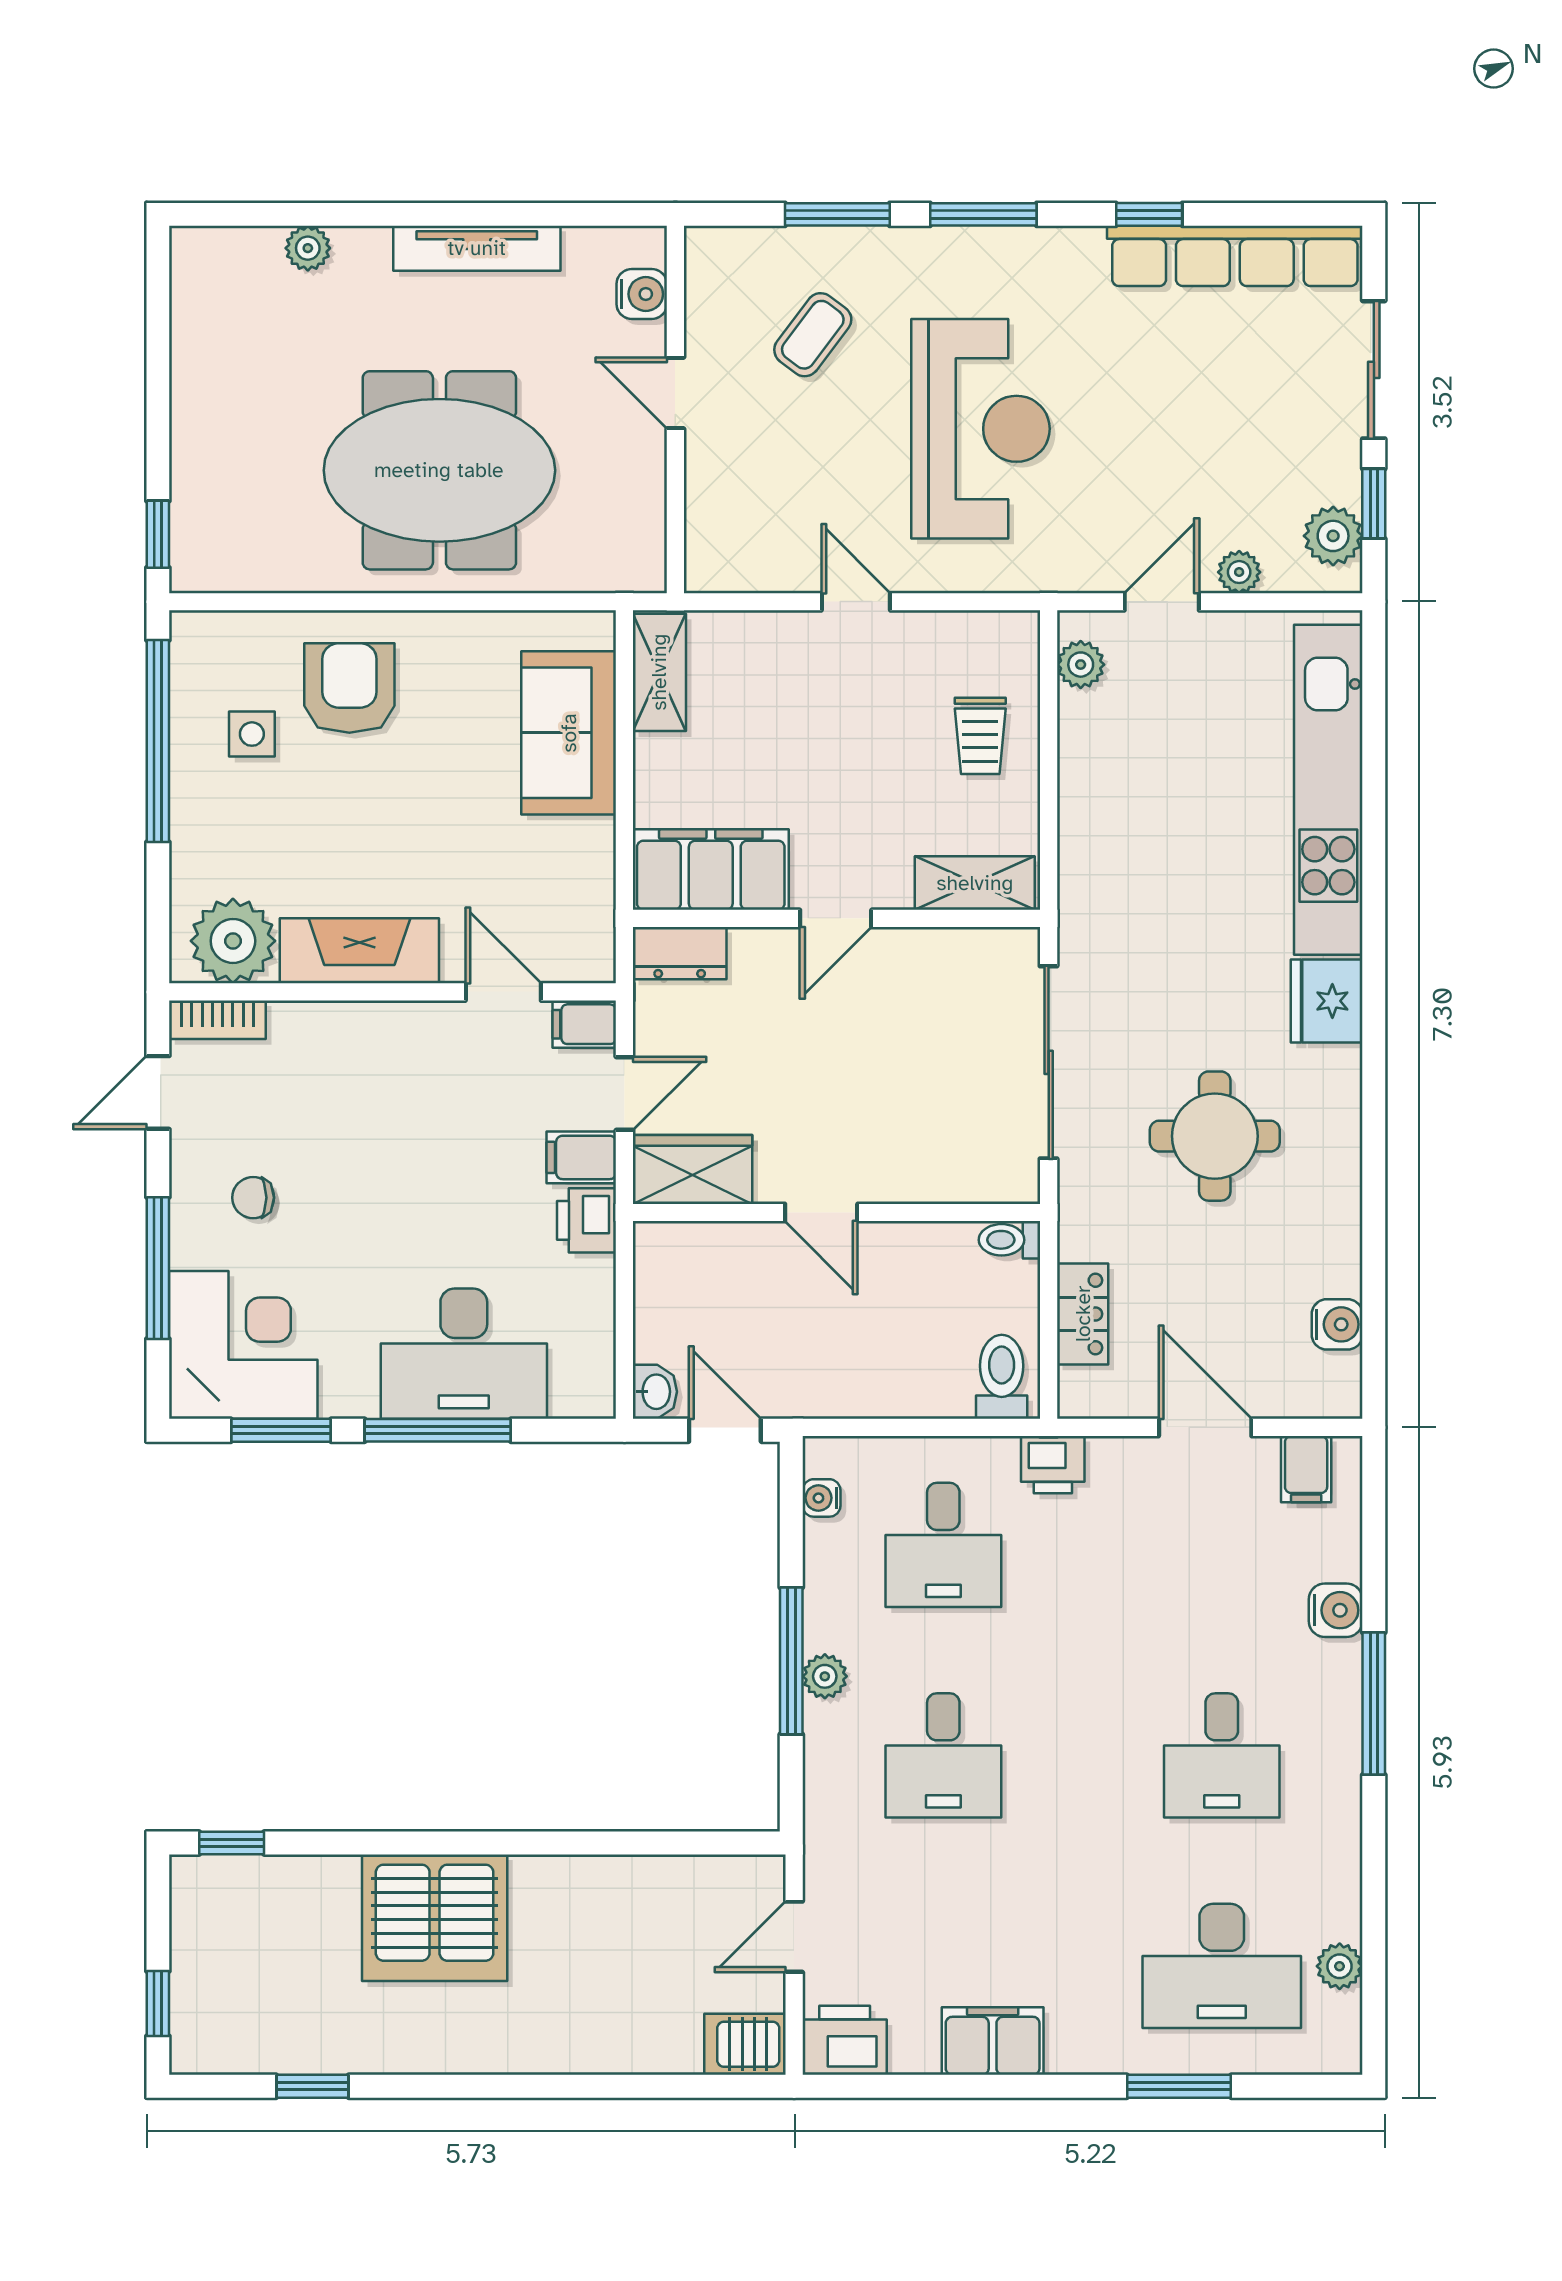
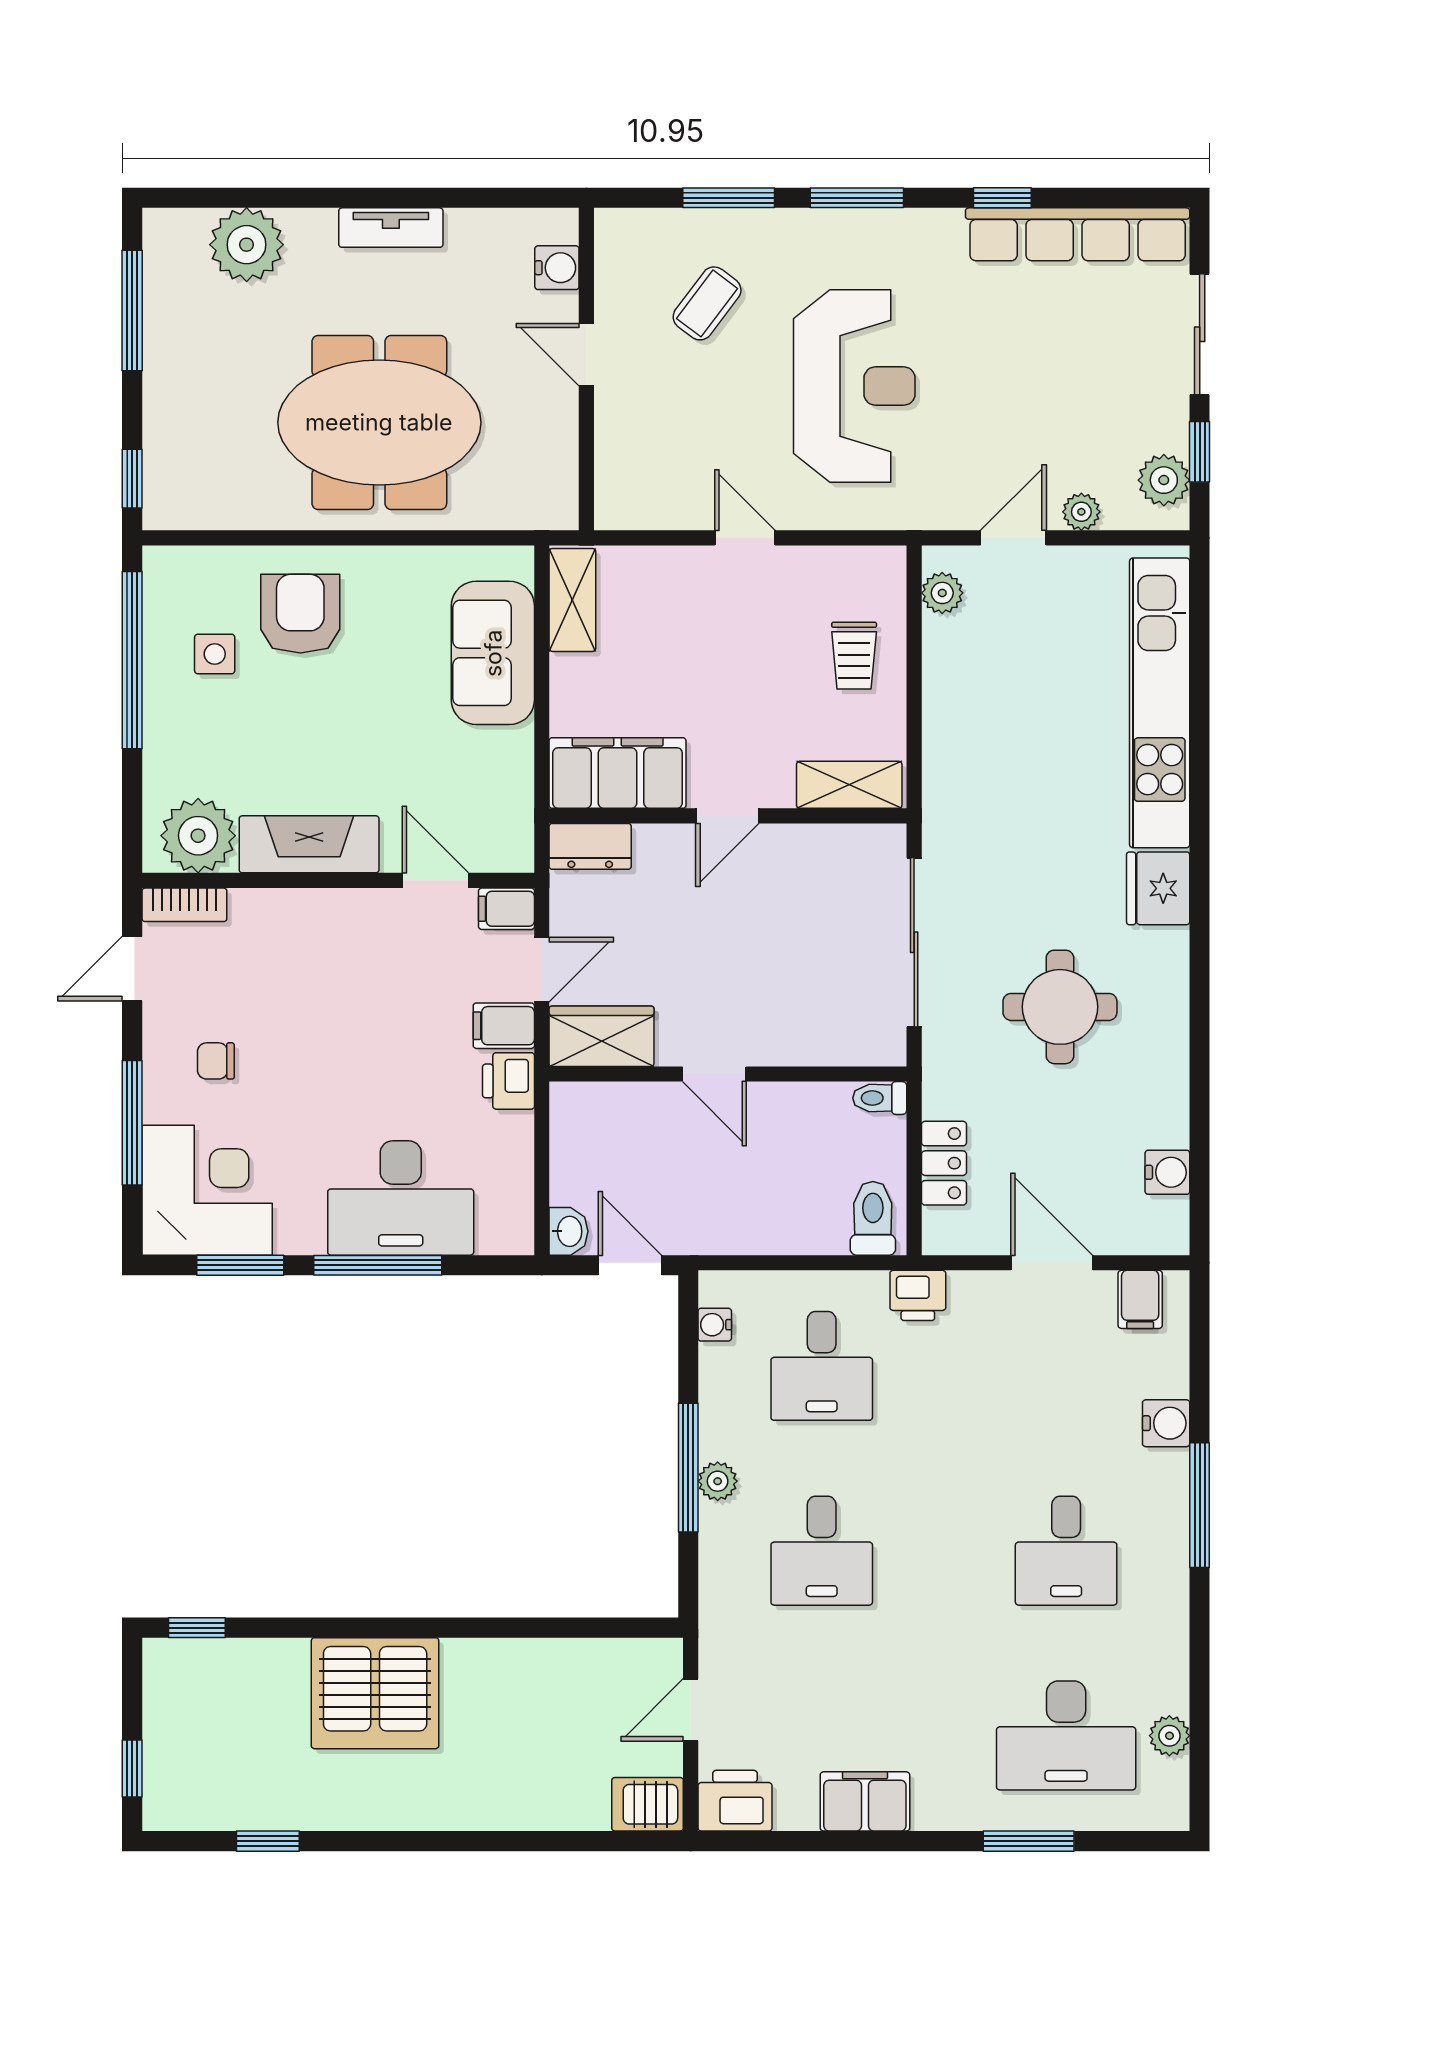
plant: (308, 248) -> (247, 245), width x1.88, depth x1.88
tv unit: (477, 248) -> (391, 228), width x0.71
window: (158, 343) -> (132, 310), added

